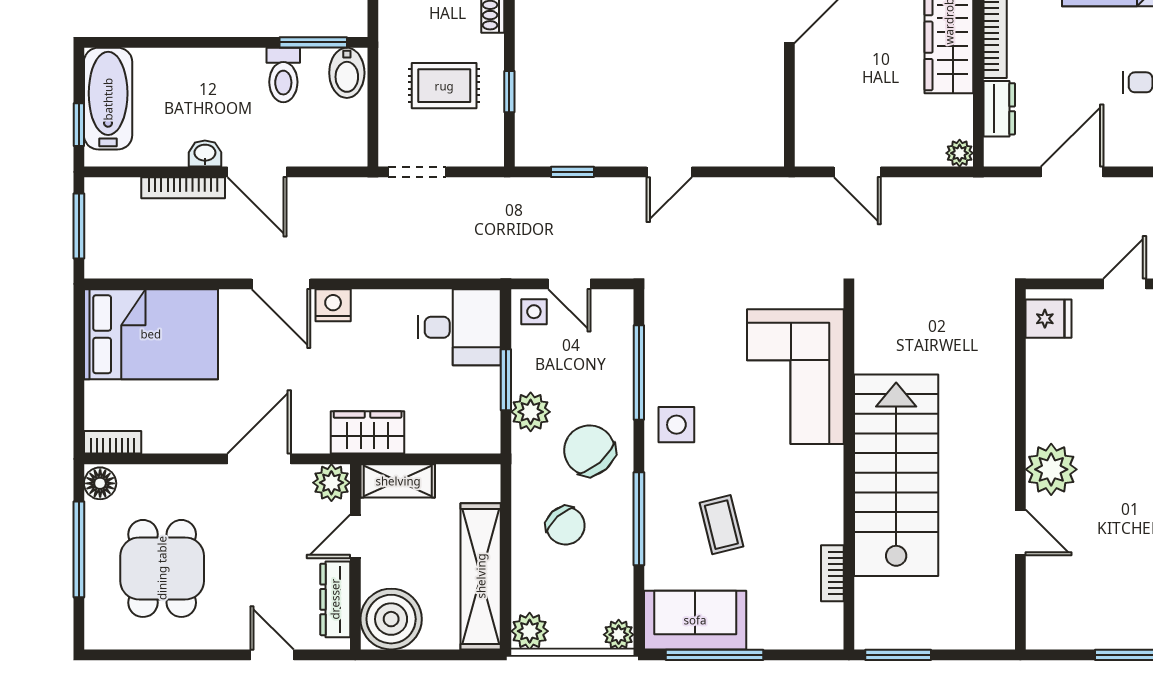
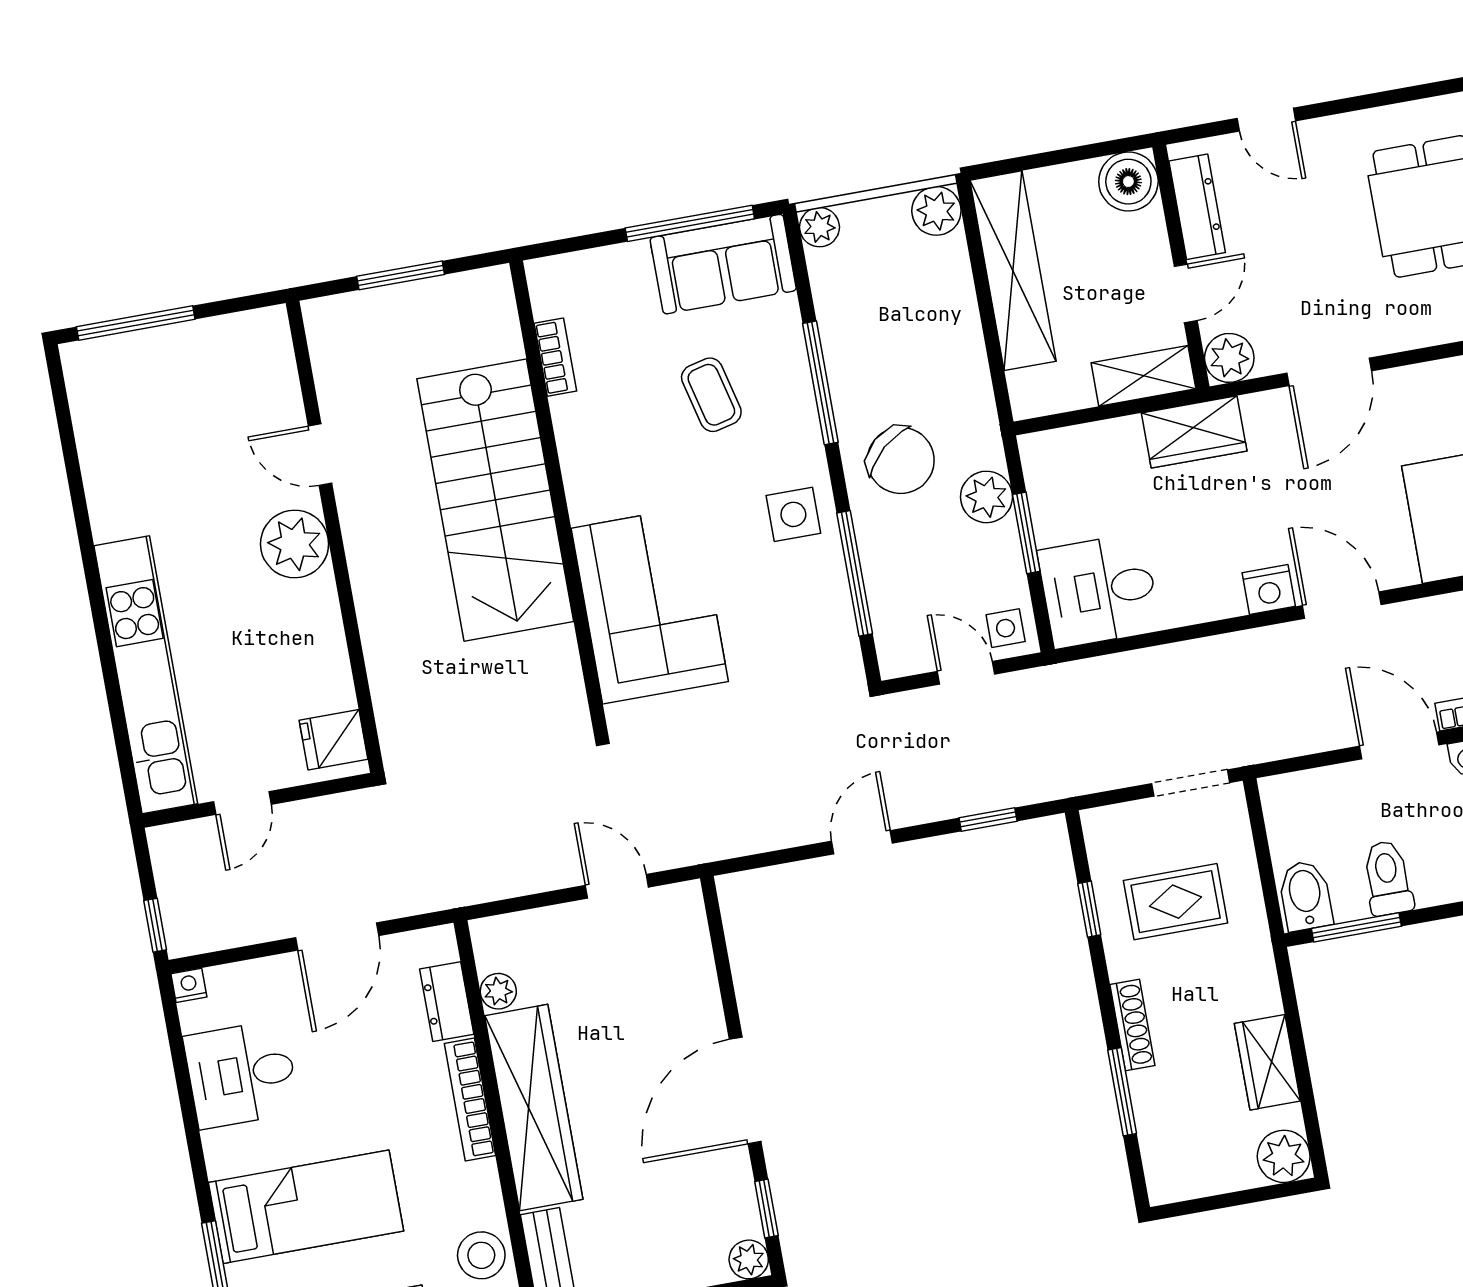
plant: (960, 153) -> (498, 991), moved
chair: (565, 526) -> (914, 357), removed
boiler: (391, 619) -> (1128, 182), width x0.73, depth x0.73
window: (898, 655) -> (401, 275), moved

